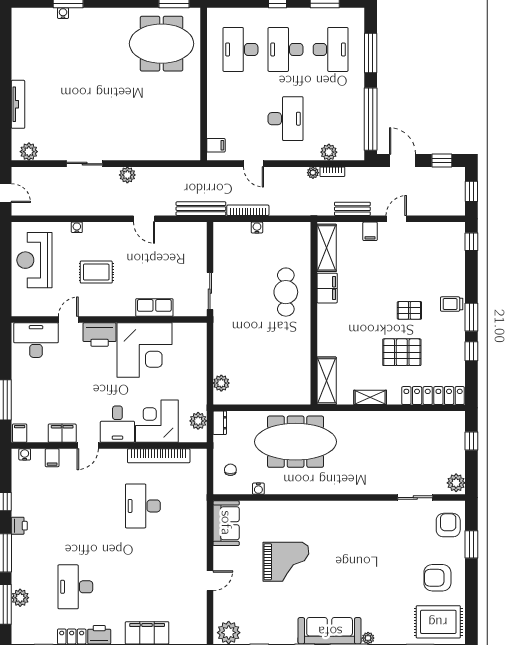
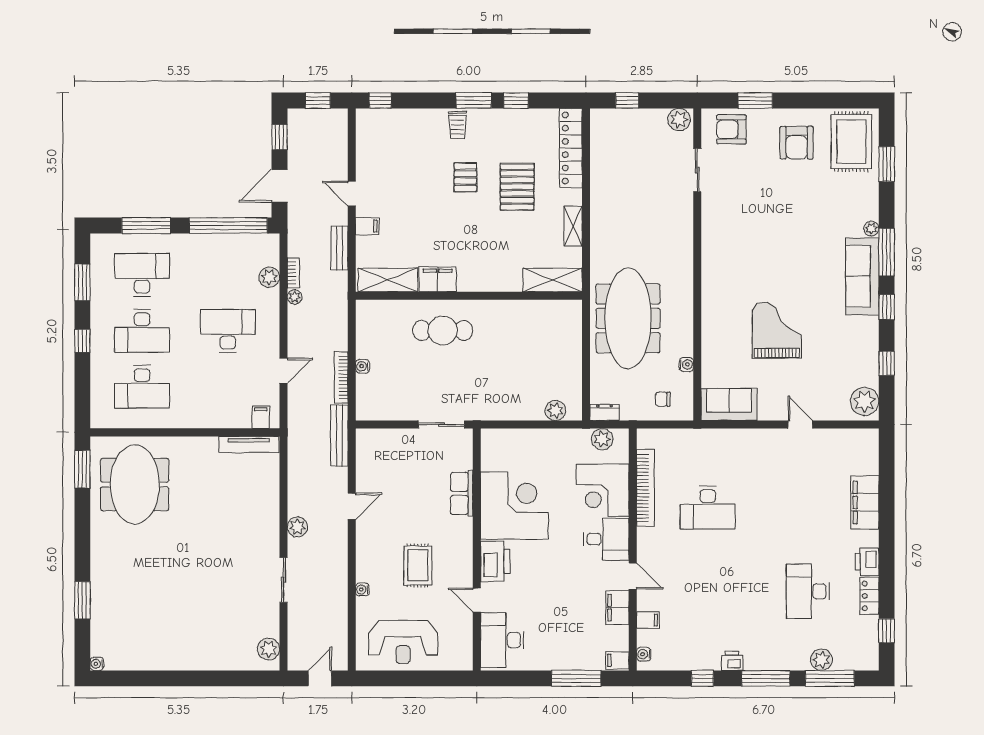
water cooler: (63, 13) -> (97, 664), moved
tv unit: (18, 104) -> (249, 444), moved, turned 180
desk: (75, 587) -> (808, 591), turned 90

